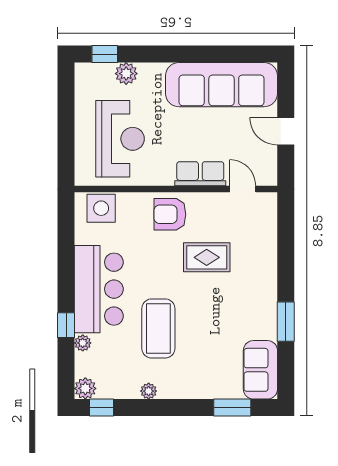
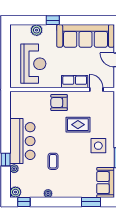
window: (105, 54) -> (53, 20), moved
side table: (101, 208) -> (98, 146), moved
coffee table: (158, 328) -> (53, 161), width x0.54, depth x0.58

